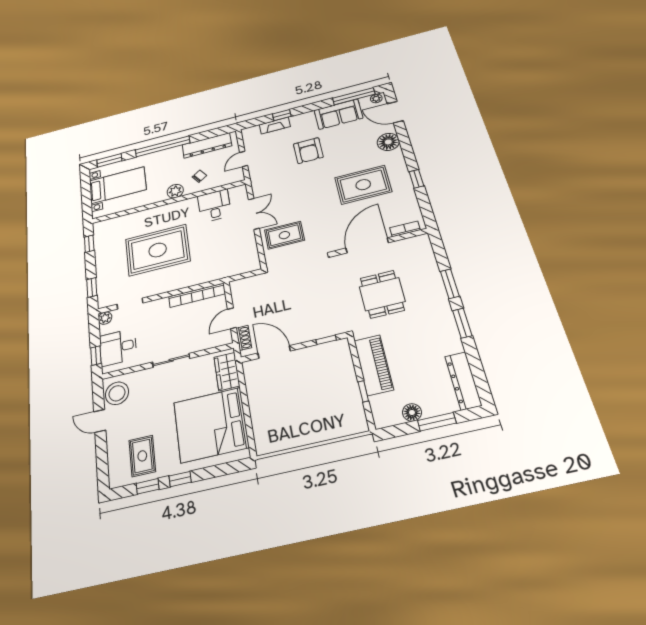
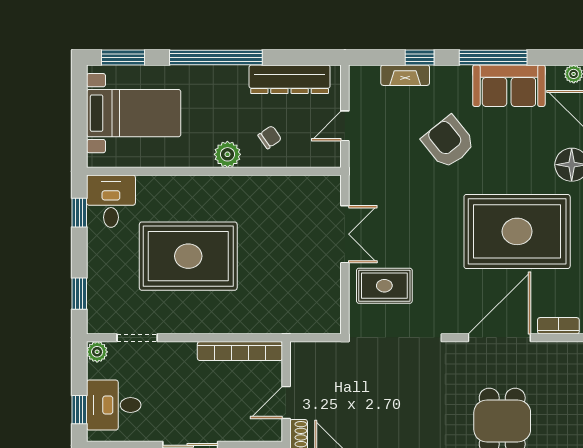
window: (354, 96) -> (493, 57), moved
armchair: (308, 151) -> (448, 142), turned 141
rug: (363, 185) -> (517, 231), width x1.37, depth x1.44
desk: (214, 206) -> (111, 201), moved

